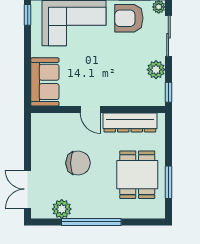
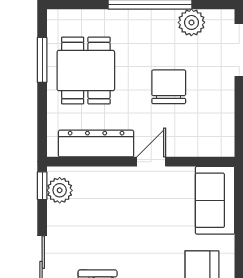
plant: (156, 70) -> (60, 190), moved
door: (90, 109) -> (151, 162), hinge flipped
chair: (78, 163) -> (169, 87), turned 90

